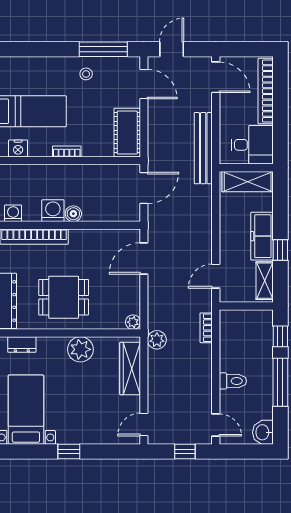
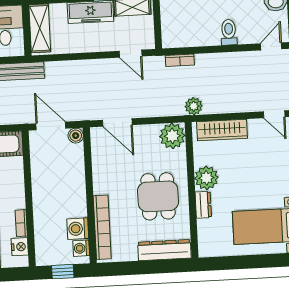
bookcase: (67, 151) -> (21, 223), moved
washing machine: (53, 211) -> (78, 229), moved
boiler: (73, 214) -> (76, 136), moved
plant: (133, 322) -> (172, 136), width x1.88, depth x1.88
dresser: (22, 345) -> (203, 205), moved

